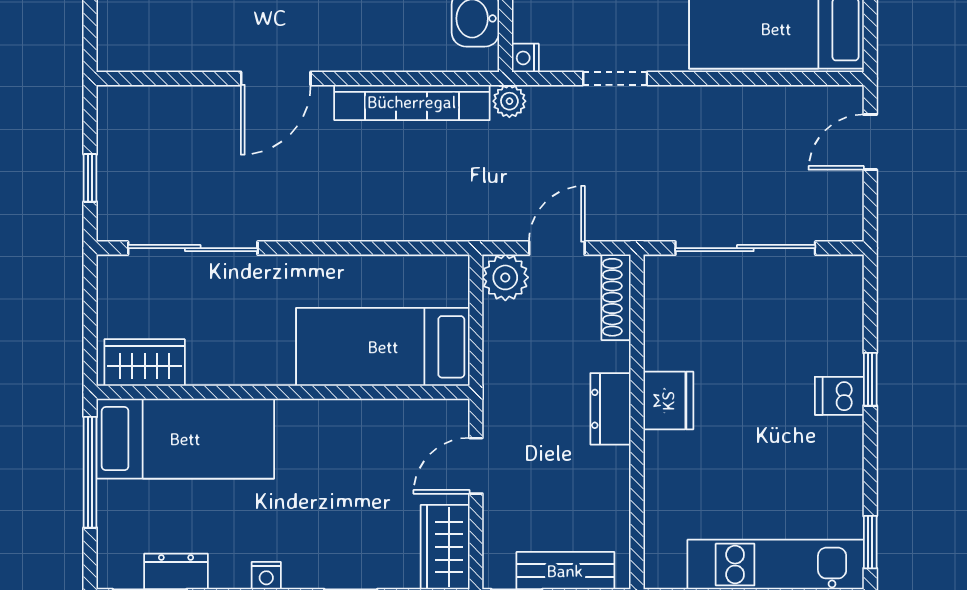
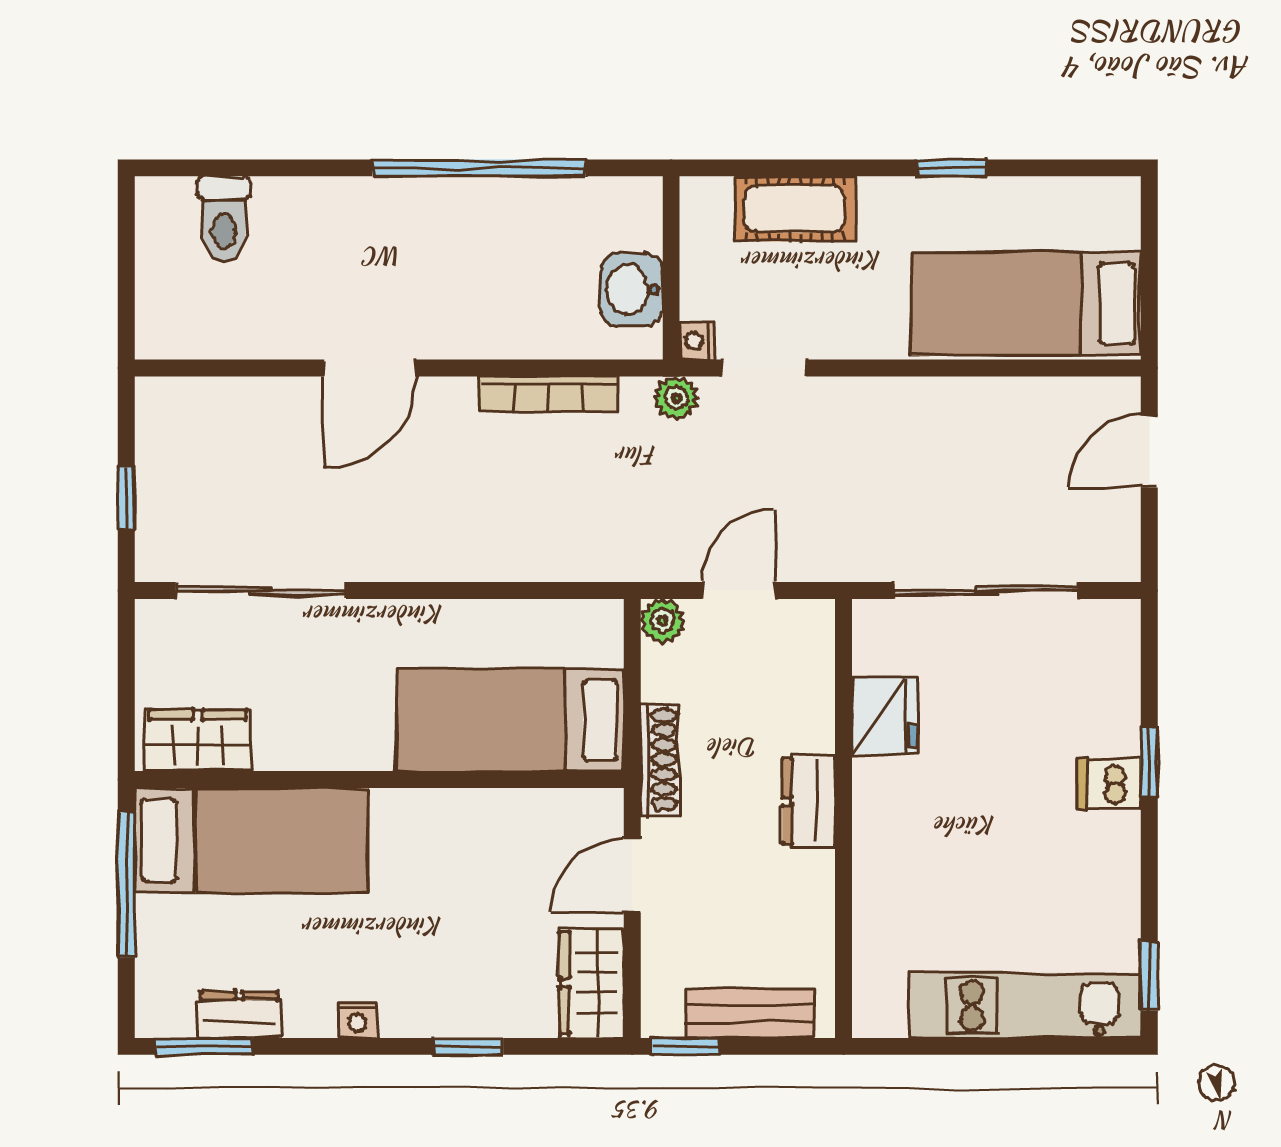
doorway: (615, 78) -> (764, 368), moved
bookcase: (412, 102) -> (548, 394), width x0.68, depth x0.76
plant: (505, 277) -> (662, 621), width x0.73, depth x0.73
shoe rack: (616, 297) -> (660, 760), moved, turned 180
fridge: (668, 401) -> (885, 716), moved

